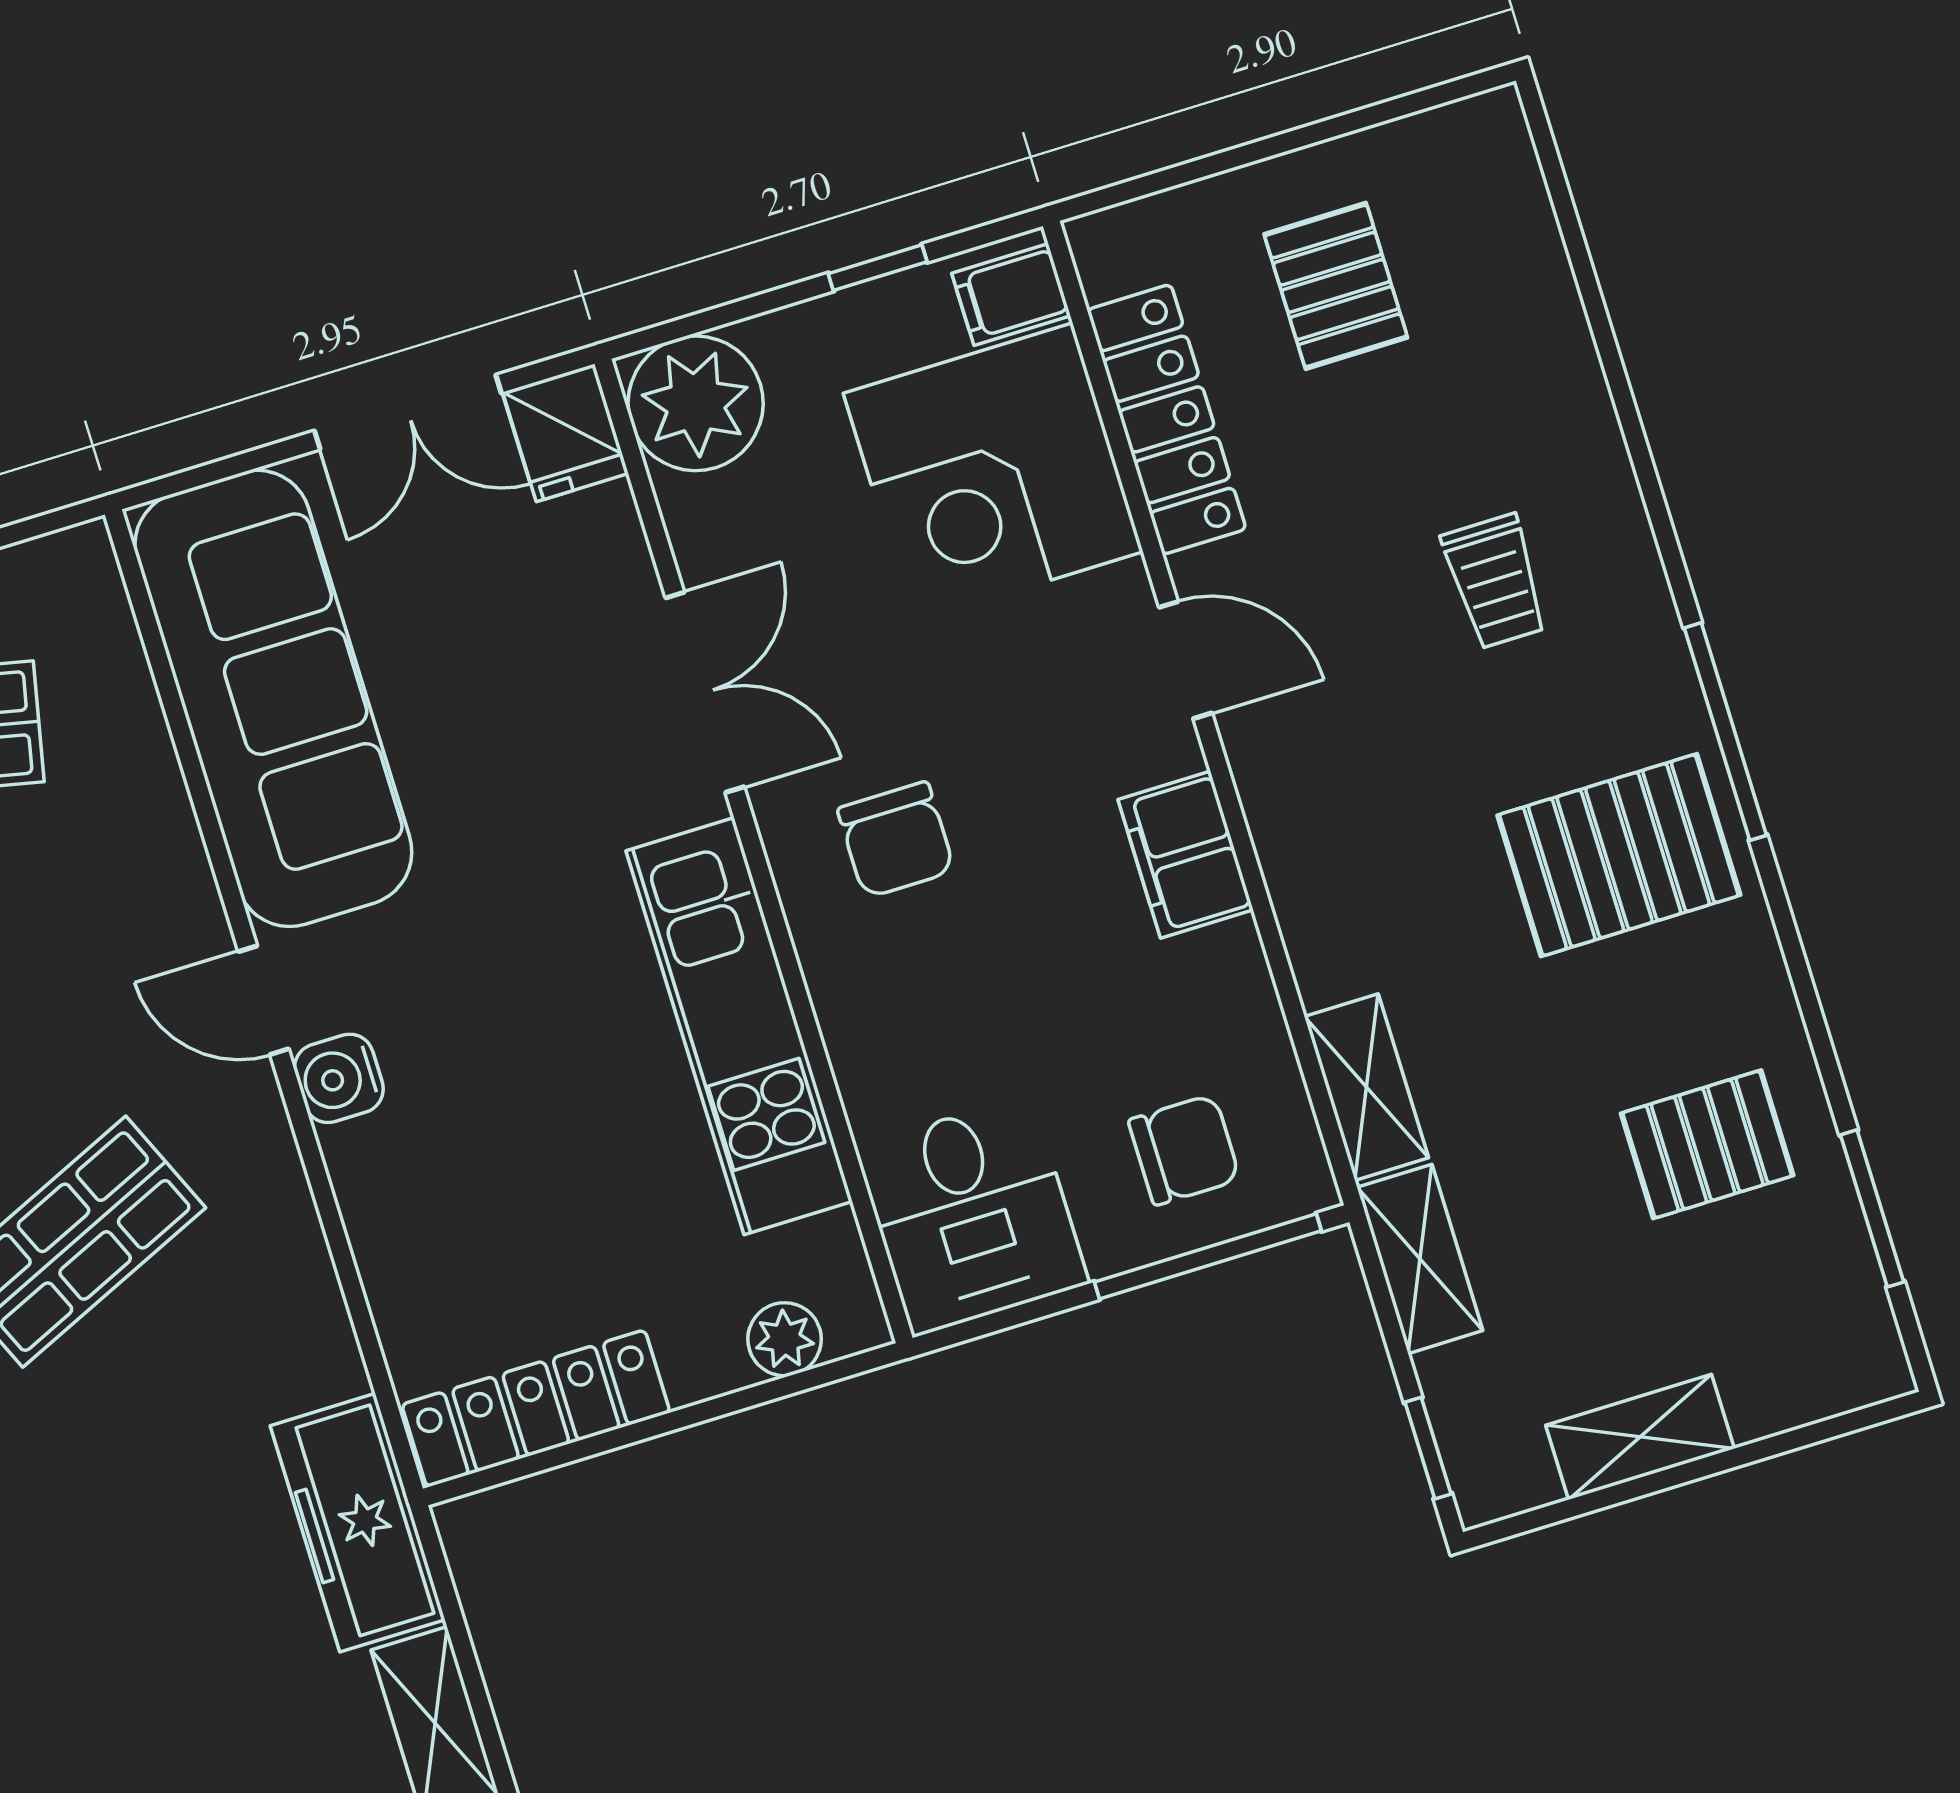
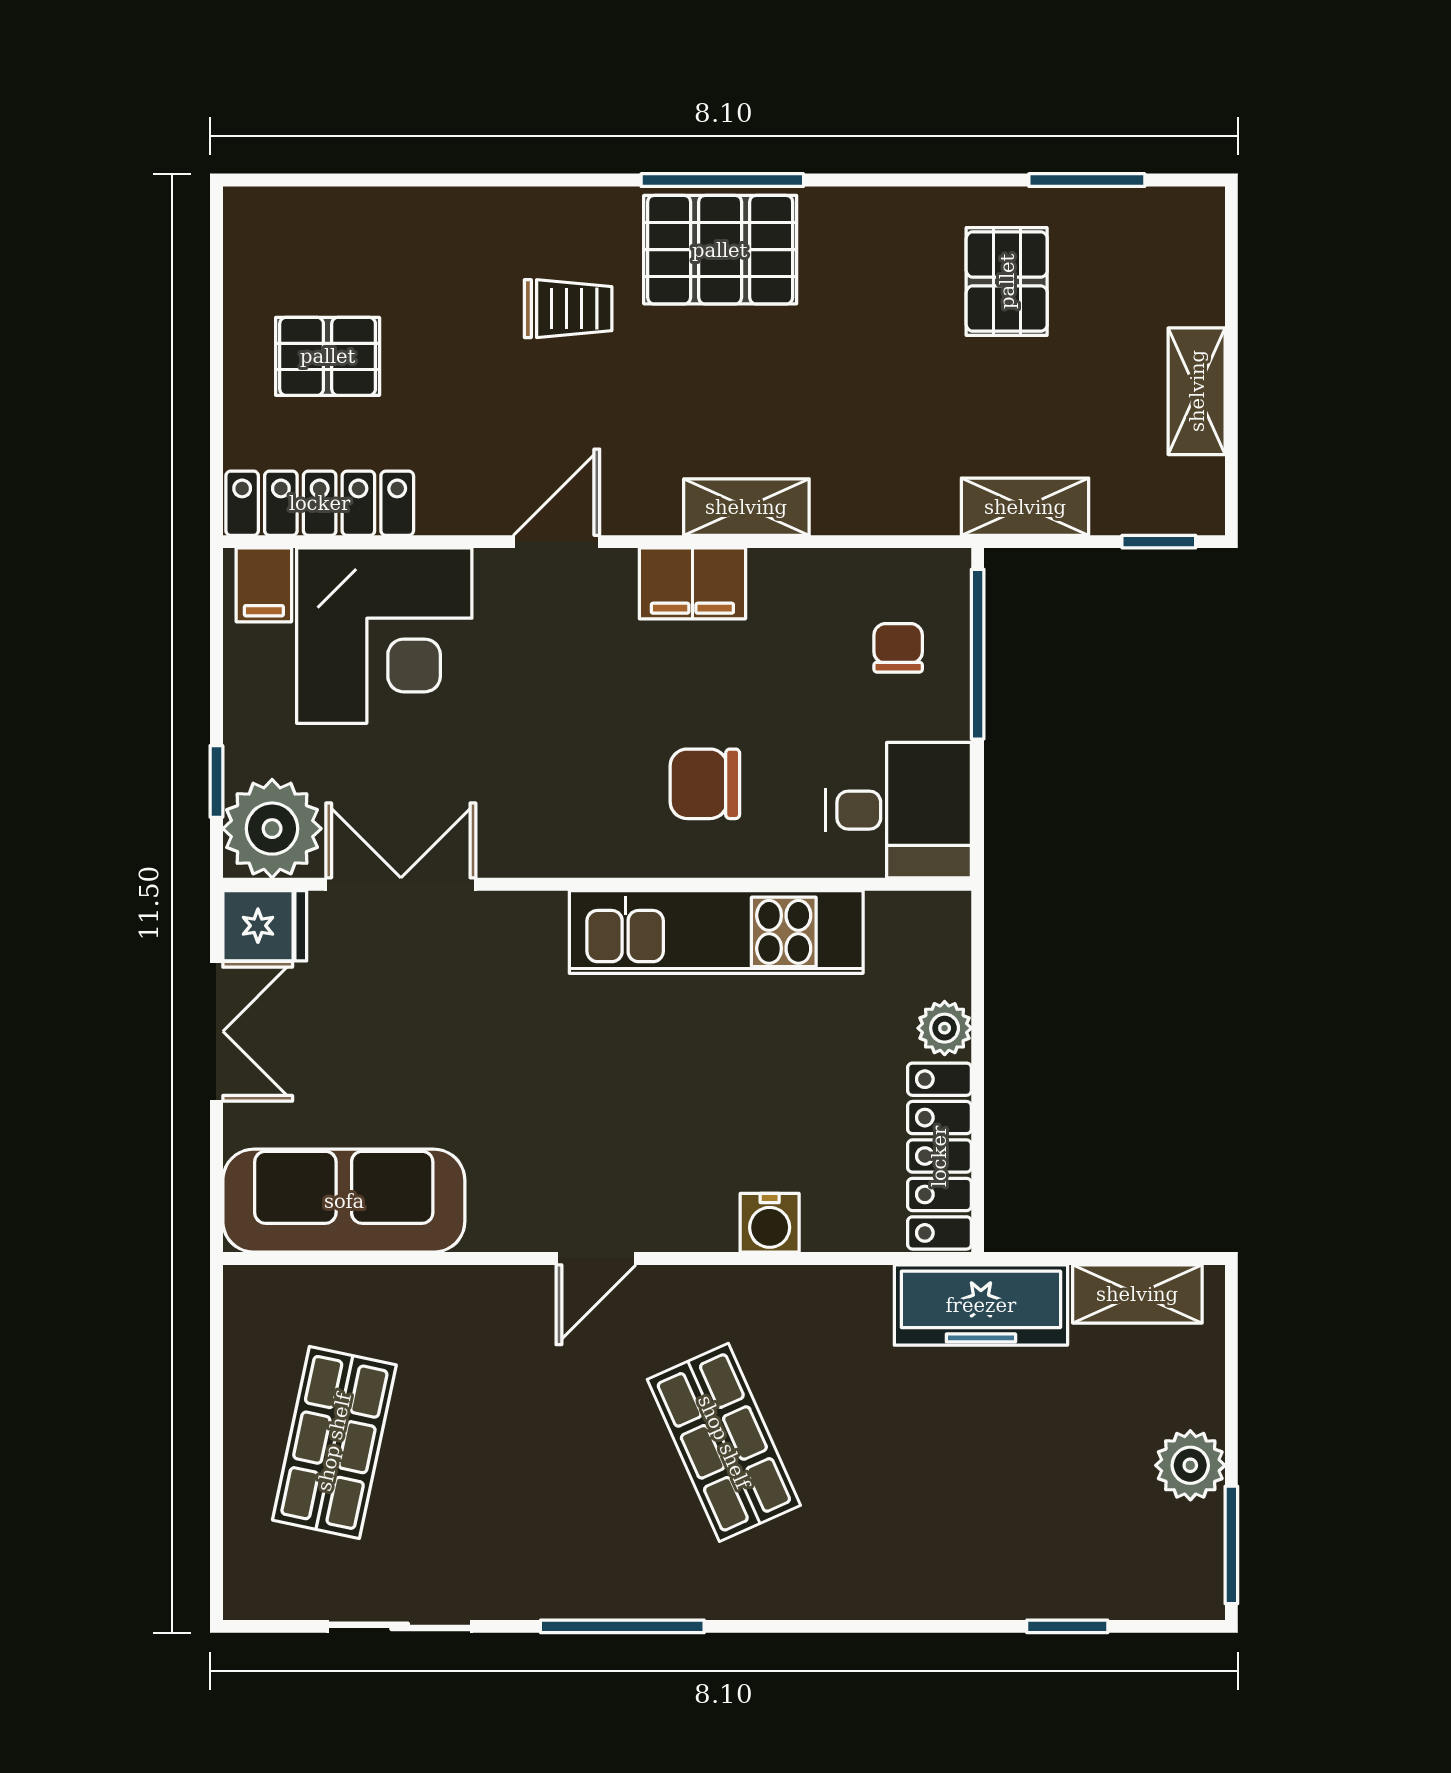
window: (878, 268) -> (216, 781), moved
locker: (1167, 419) -> (320, 503), moved
double door: (705, 692) -> (401, 884), moved
sofa: (273, 698) -> (344, 1201), width x0.74, depth x0.79
chair: (896, 840) -> (705, 784), moved, turned 180
pallet: (1619, 855) -> (720, 250), moved, turned 90
water cooler: (339, 1078) -> (770, 1223), moved
shelving: (1366, 1087) -> (746, 507), moved
chair: (1184, 1150) -> (898, 648), width x0.73, depth x0.73
plant: (785, 1339) -> (945, 1028), moved

